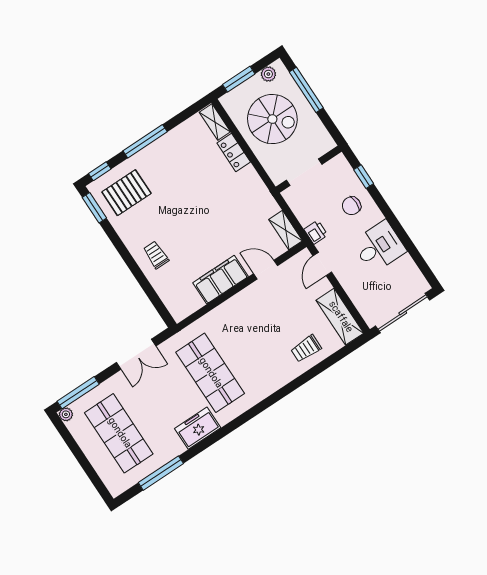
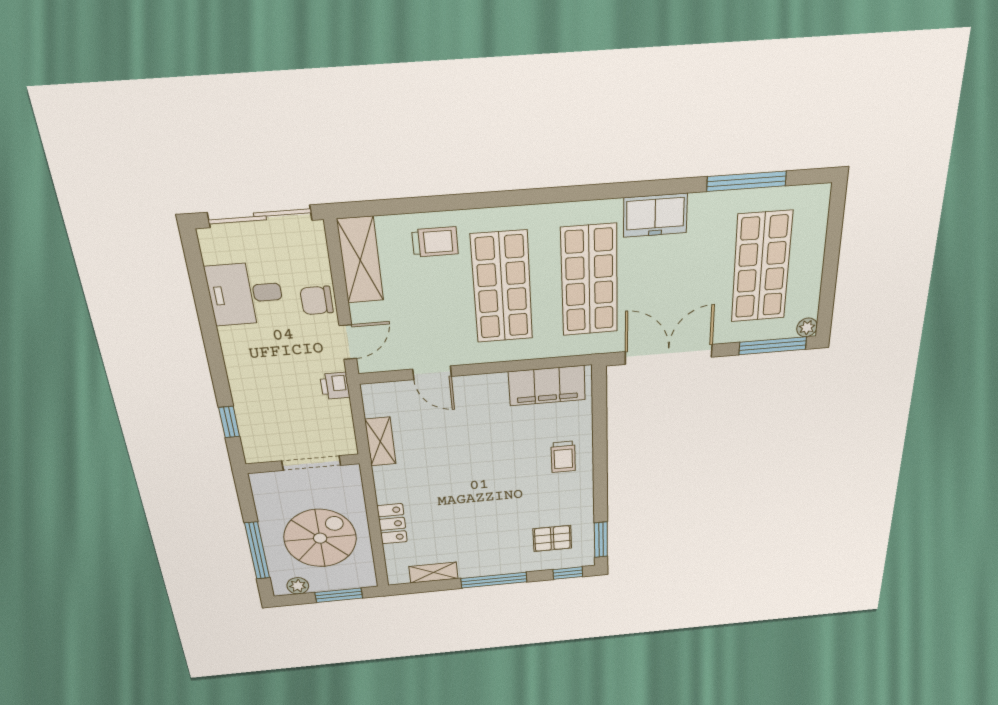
spiral stairs: (272, 119) -> (320, 538), turned 90
shelving: (215, 122) -> (433, 573), moved, turned 90
pallet: (126, 193) -> (552, 538), width x0.67, depth x0.71
chair: (352, 206) -> (317, 300), moved, turned 180
shelving: (286, 230) -> (380, 442), moved
desk: (379, 247) -> (245, 294), moved
filing cabinet: (221, 280) -> (547, 386), moved
shop shelf: (256, 343) -> (502, 287), added
double door: (136, 354) -> (669, 354), width x1.37

